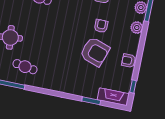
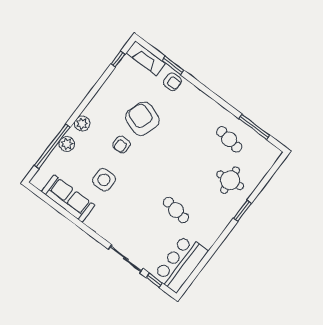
armchair: (129, 61) -> (172, 82), moved

